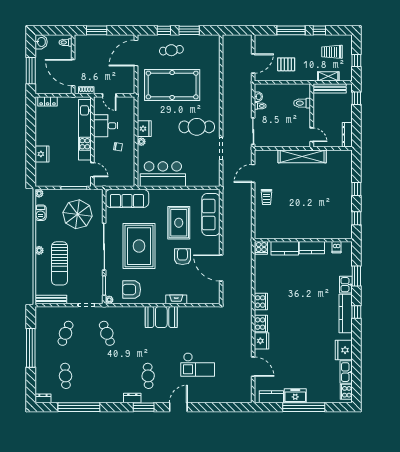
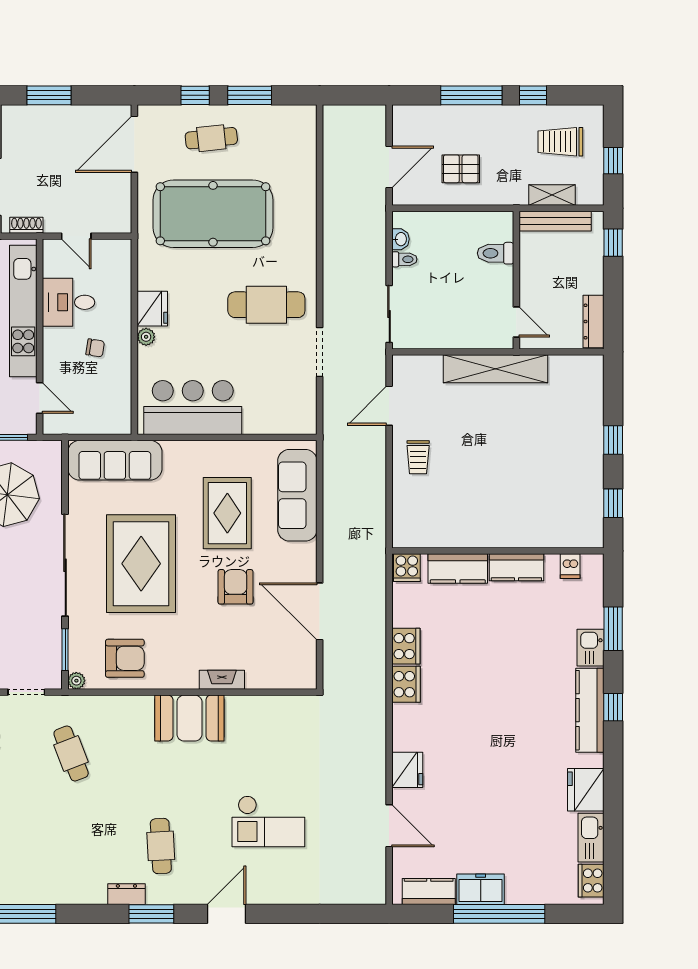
armchair: (132, 290) -> (125, 658), turned 180
cooker: (261, 324) -> (406, 646), moved

